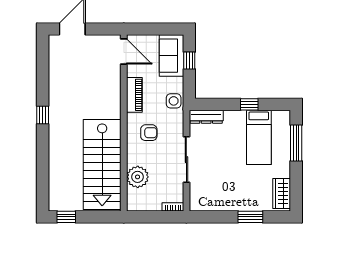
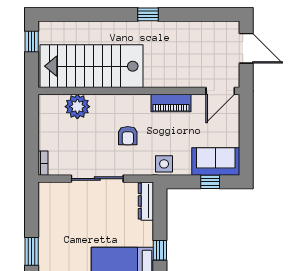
door: (124, 52) -> (220, 91), moved
piano: (134, 95) -> (171, 103), moved
wall: (124, 123) -> (139, 91), moved
stairs: (102, 164) -> (92, 66), moved
plant: (138, 177) -> (77, 107), moved

